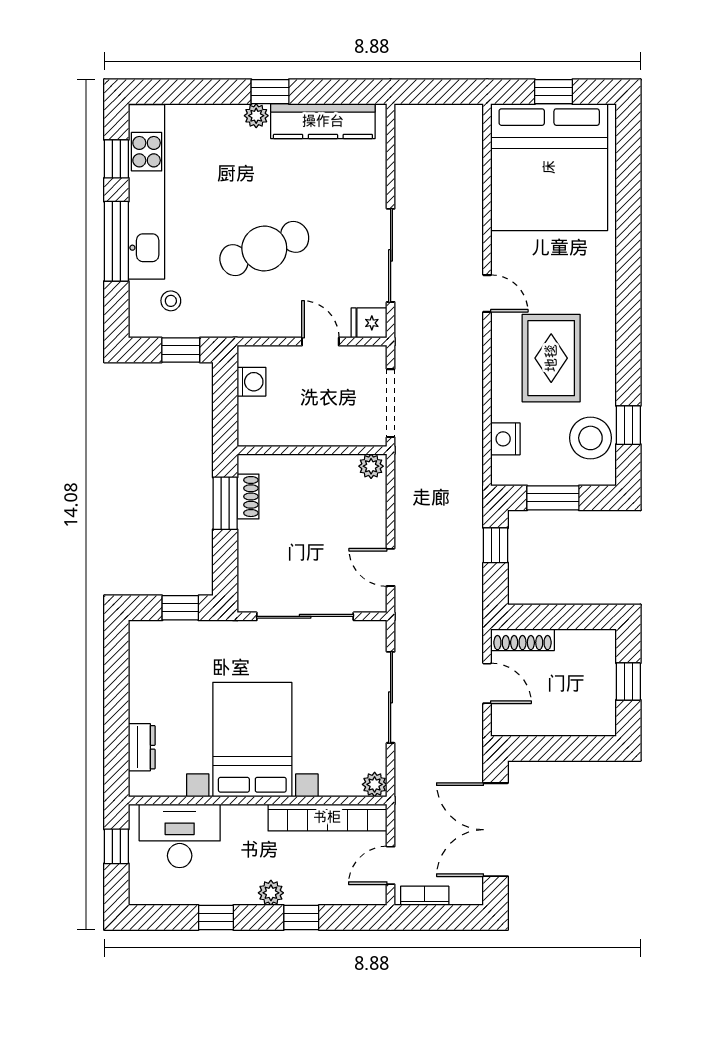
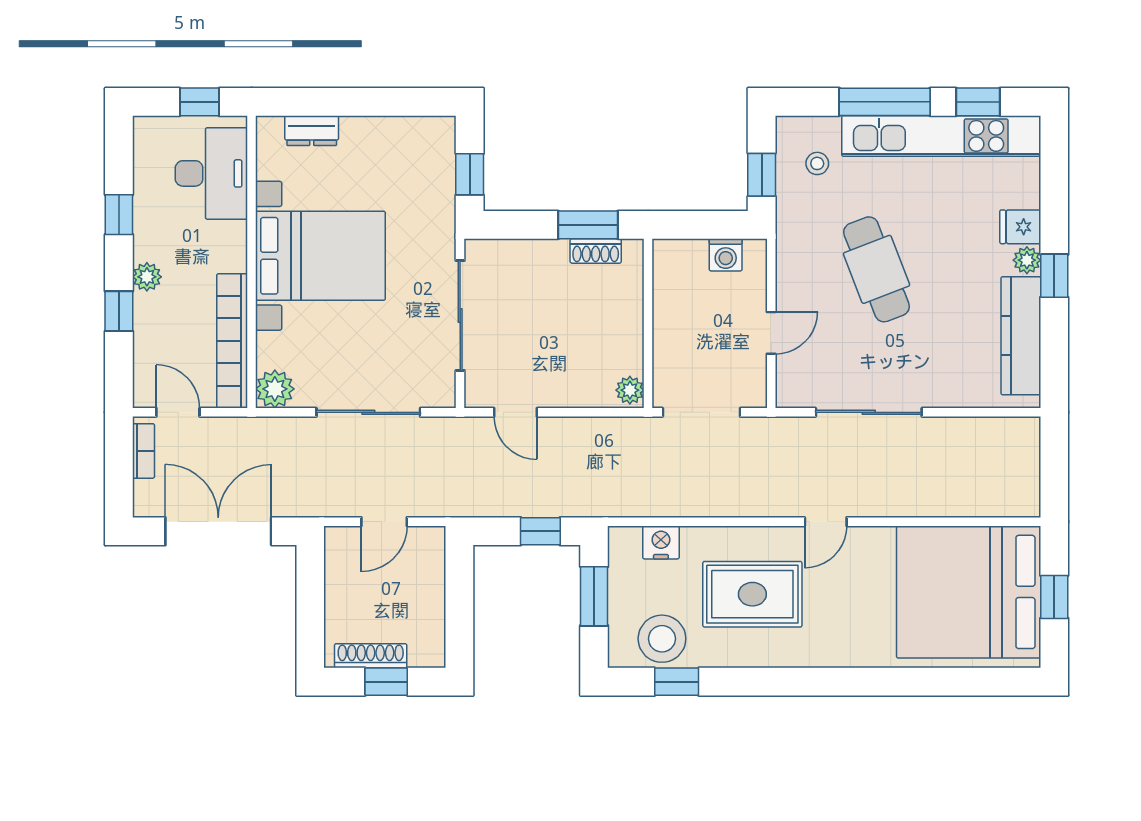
fridge: (369, 323) -> (1020, 227), moved, turned -90
door: (391, 567) -> (516, 412), swing flipped
shoe rack: (523, 640) -> (371, 656), moved, turned 90
plant: (375, 784) -> (275, 389), width x1.38, depth x1.38

